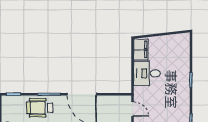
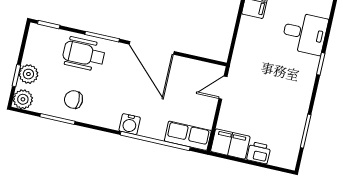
desk: (147, 73) -> (305, 33), moved, turned 180
door: (133, 109) -> (223, 88), swing flipped

